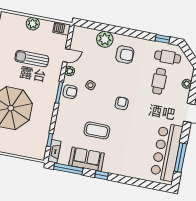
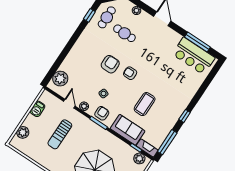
plant: (33, 24) -> (23, 132), moved
barbecue: (62, 28) -> (37, 109), moved
plant: (105, 39) -> (60, 79), moved
armchair: (125, 55) -> (110, 64), moved
plant: (41, 148) -> (139, 158), added
bar counter: (166, 152) -> (194, 56), width x0.73
sofa: (87, 159) -> (128, 130), moved, turned 90

